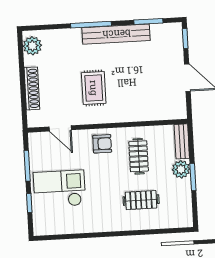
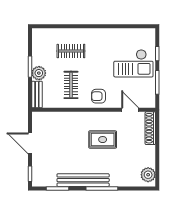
shoe rack: (32, 88) -> (150, 128), moved
rug: (94, 88) -> (103, 140), turned 90

